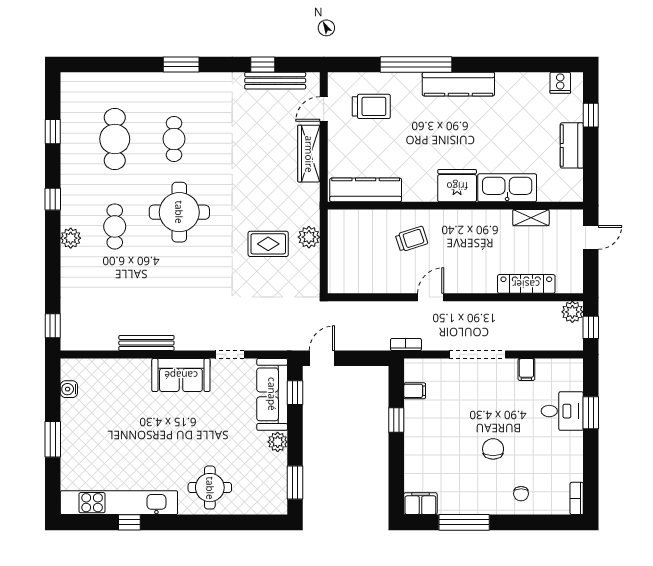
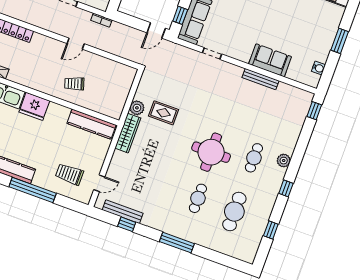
window: (181, 64) -> (177, 243), width x1.44
wardrobe: (309, 154) -> (128, 133), moved
sofa: (181, 375) -> (270, 60), moved

